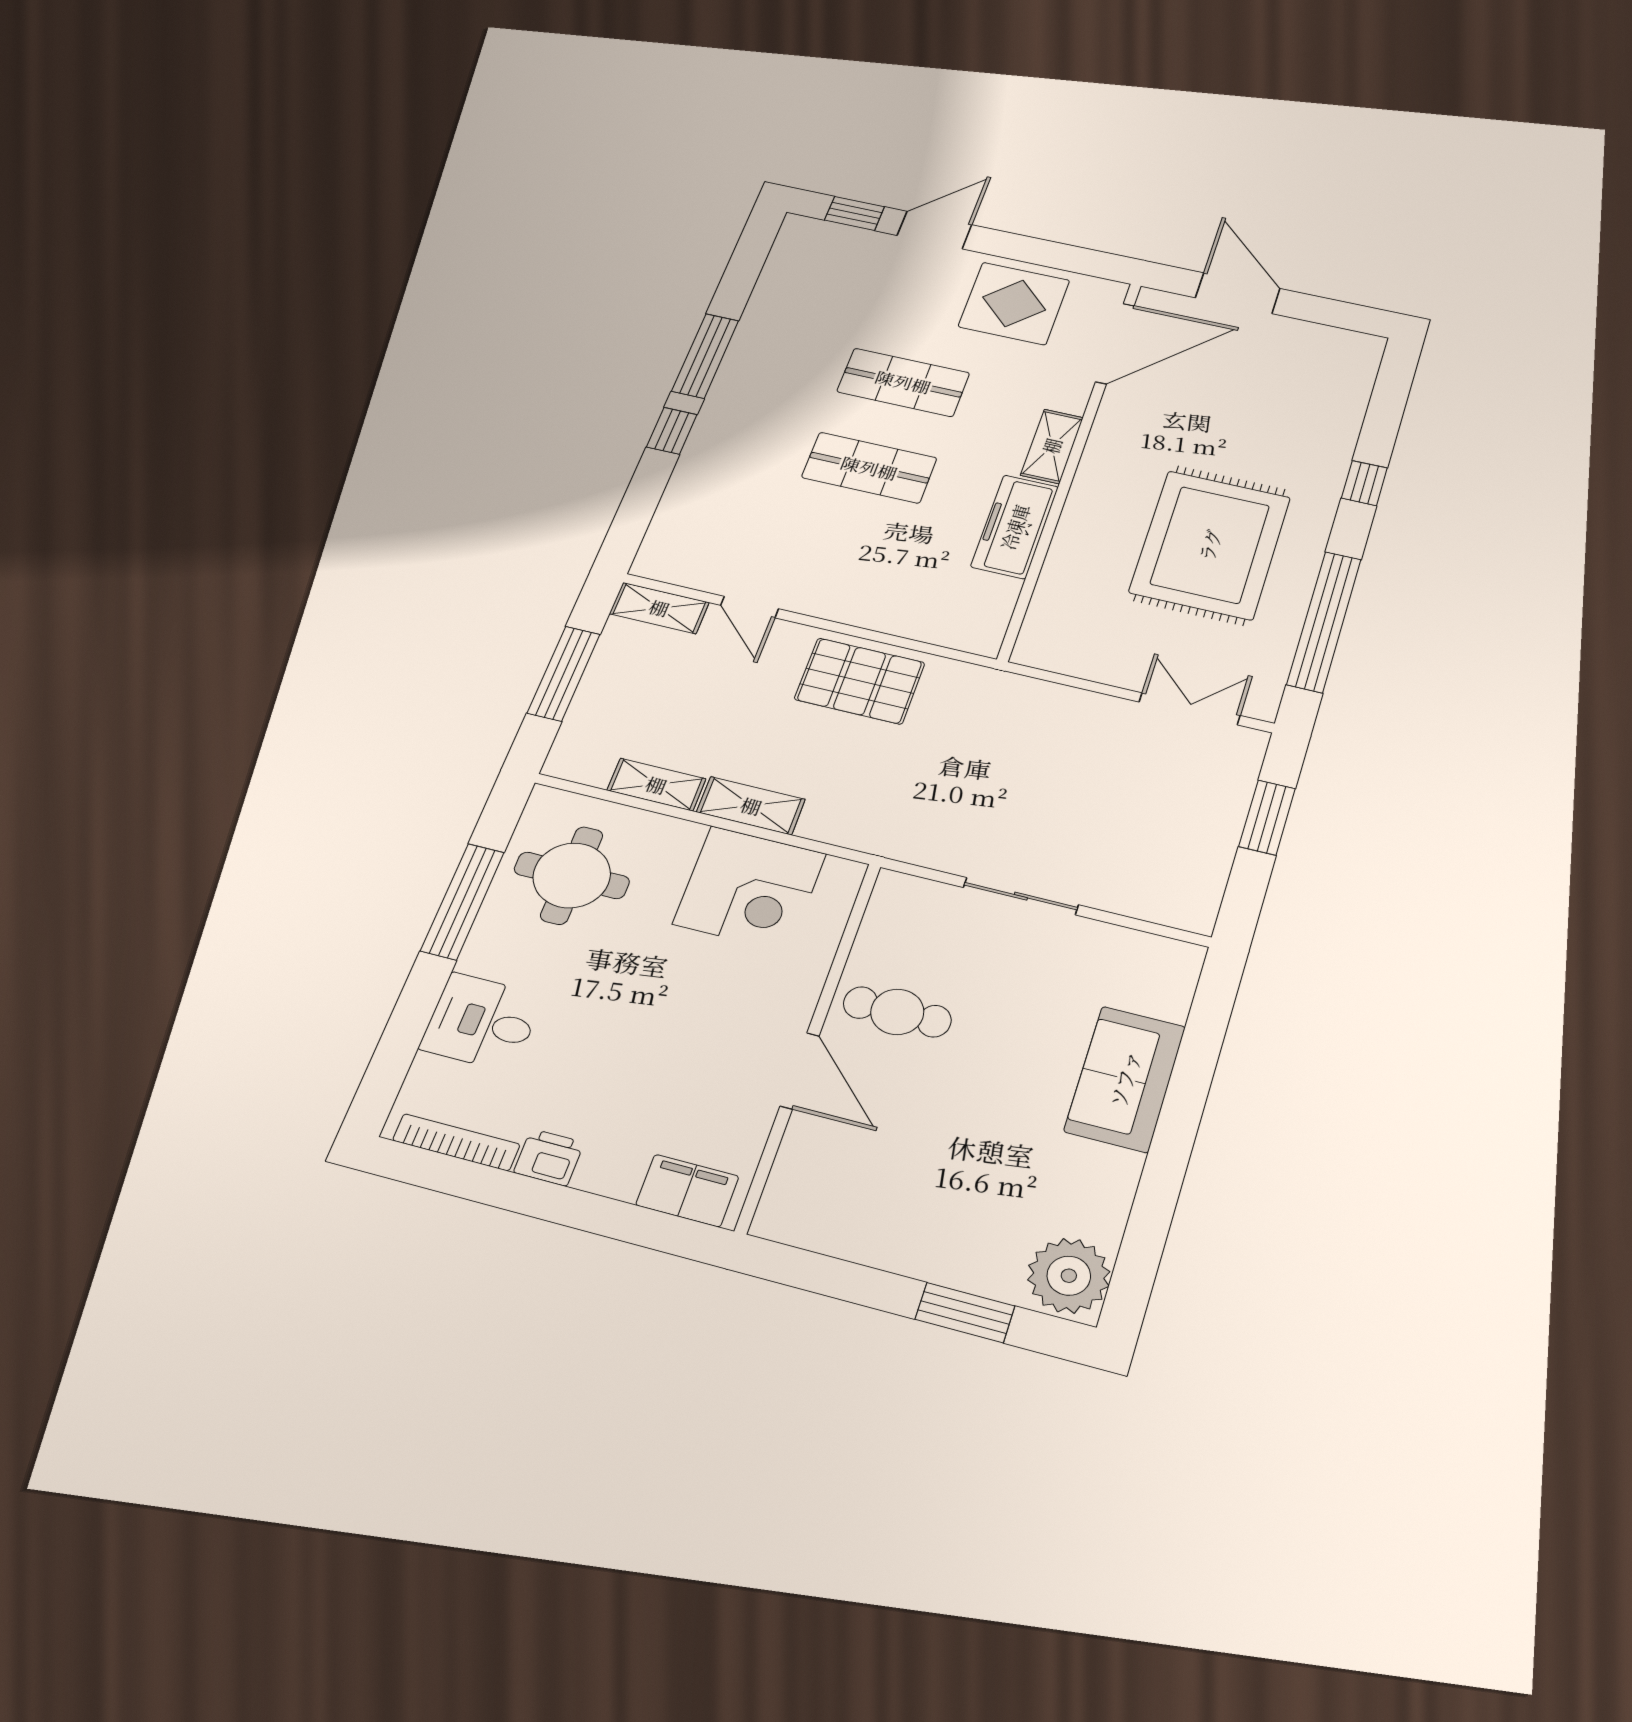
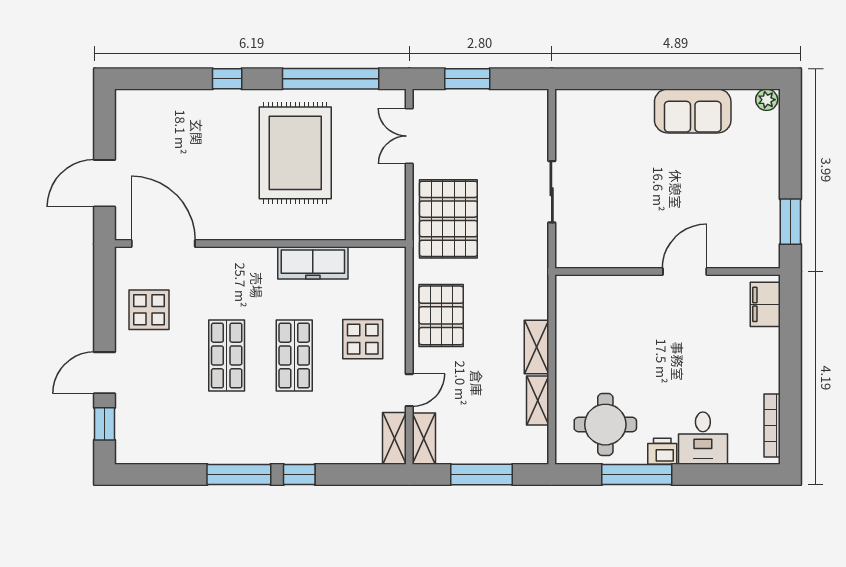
door: (934, 230) -> (104, 373), hinge flipped
display table: (1014, 303) -> (149, 310), width x0.73, depth x0.73
shelving: (1052, 446) -> (394, 438), moved, turned 90
rug: (1210, 545) -> (295, 153), turned 90
display table: (861, 564) -> (363, 339), added
pallet: (1025, 731) -> (448, 219), added
corner desk: (750, 889) -> (587, 331), removed
cafe table: (897, 1012) -> (637, 234), removed
sofa: (1125, 1079) -> (693, 111), moved
printer: (549, 1157) -> (662, 451), moved, turned 90
plant: (1069, 1276) -> (767, 100), width x0.53, depth x0.53
window: (965, 1313) -> (790, 222), moved

